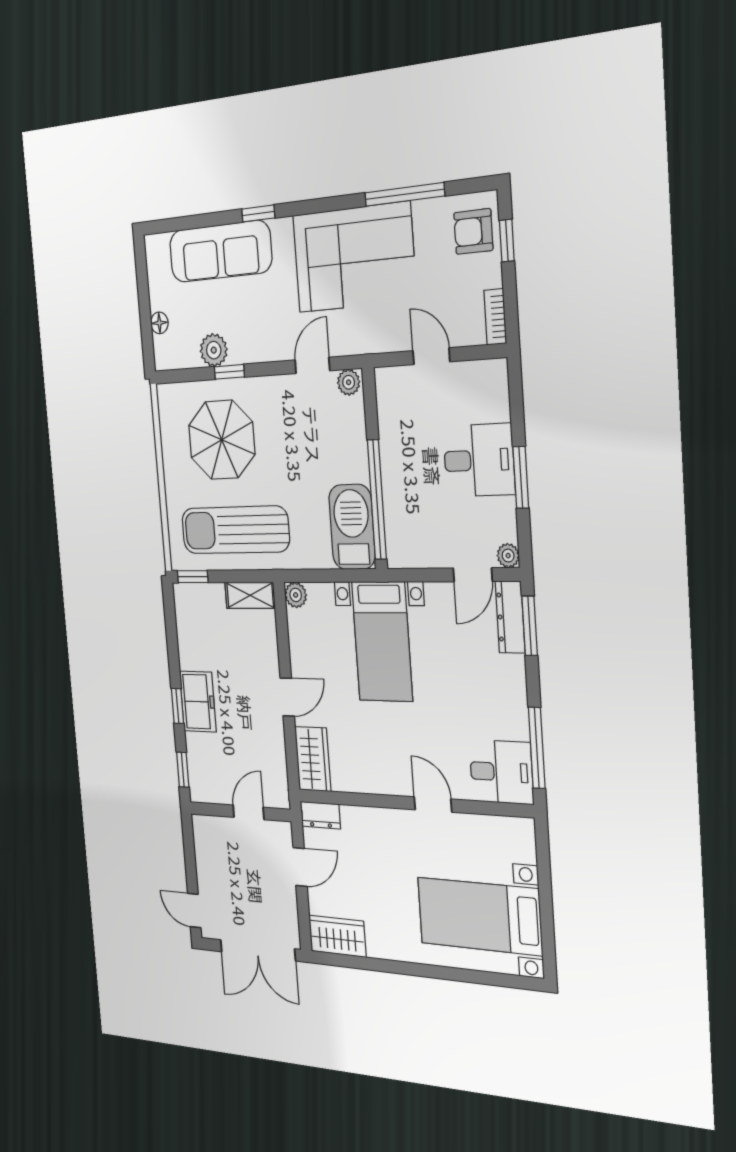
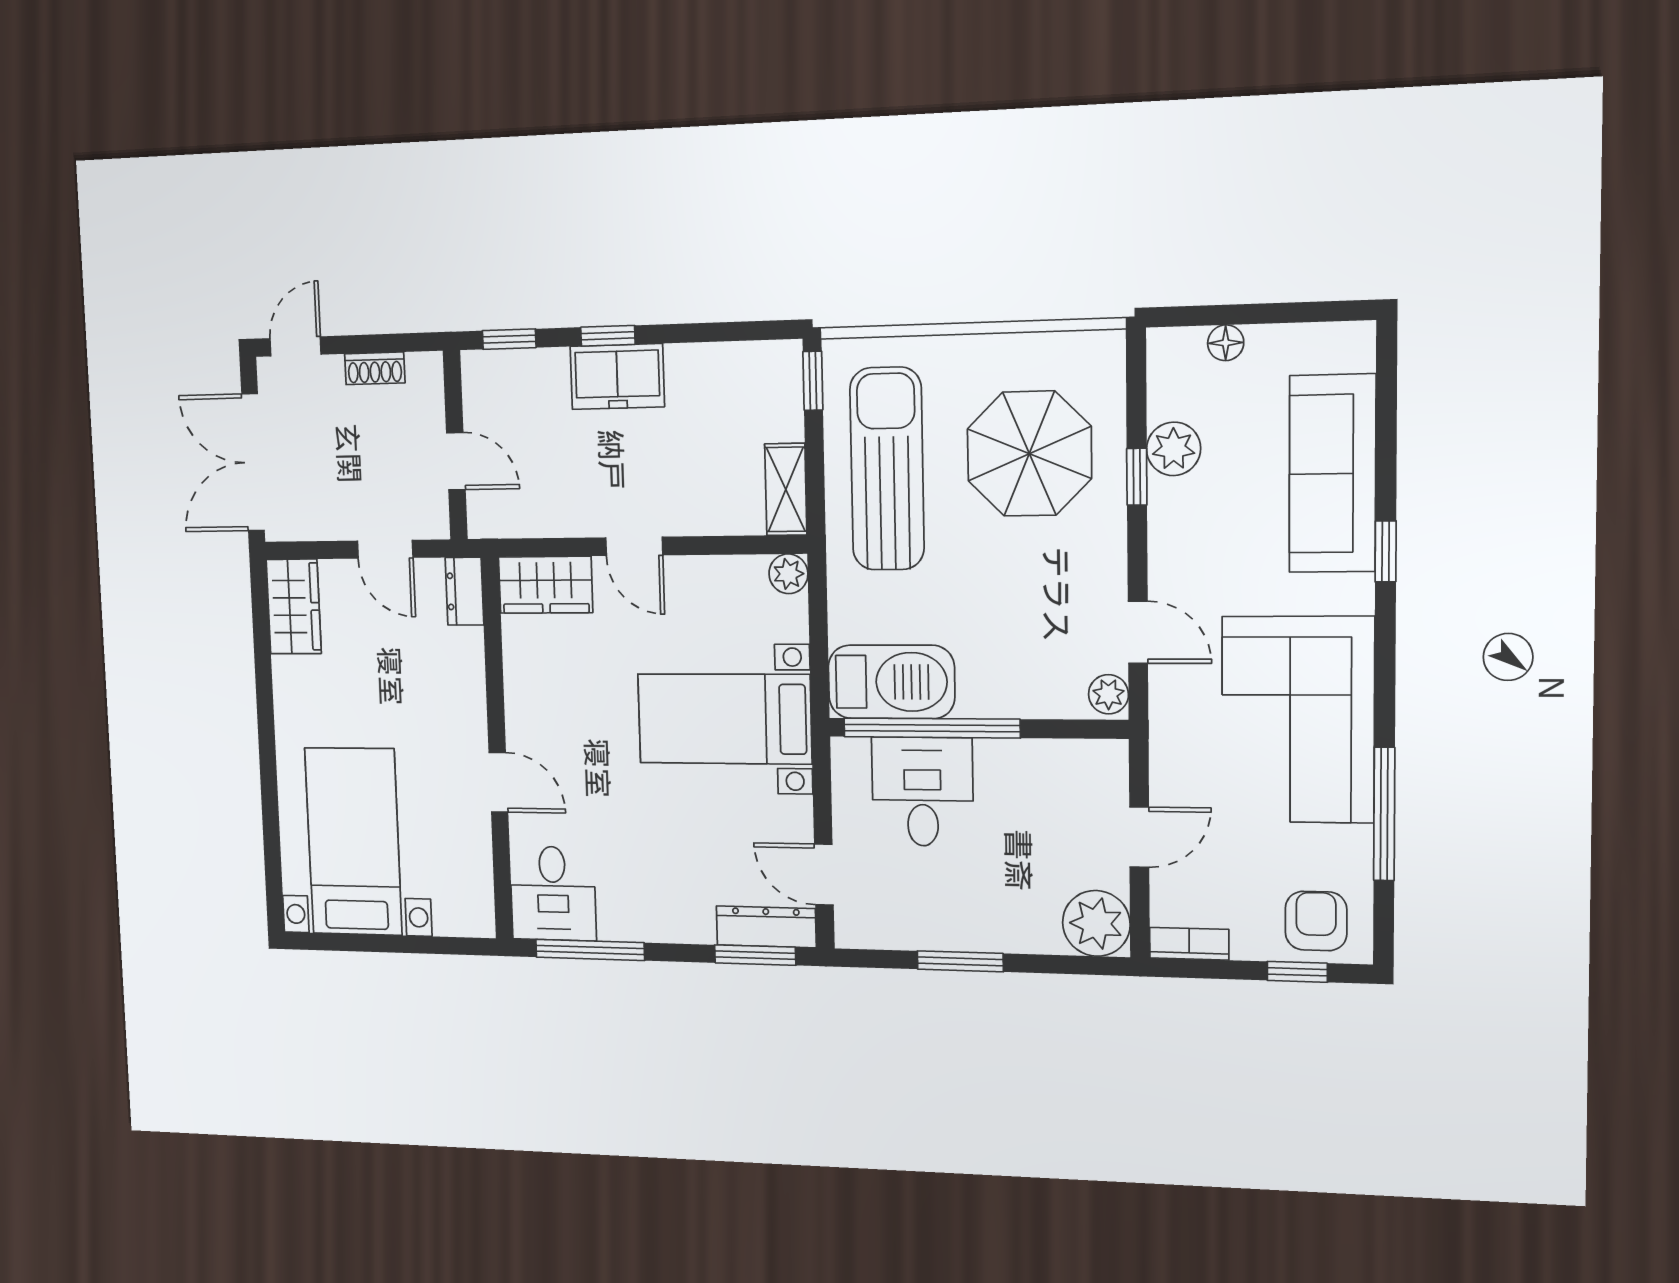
desk: (479, 460) -> (922, 792), moved, turned 180
plant: (508, 556) -> (1096, 923), moved, width x1.87, depth x1.87
door: (433, 804) -> (498, 782), hinge flipped
shoe rack: (203, 860) -> (375, 368), added

